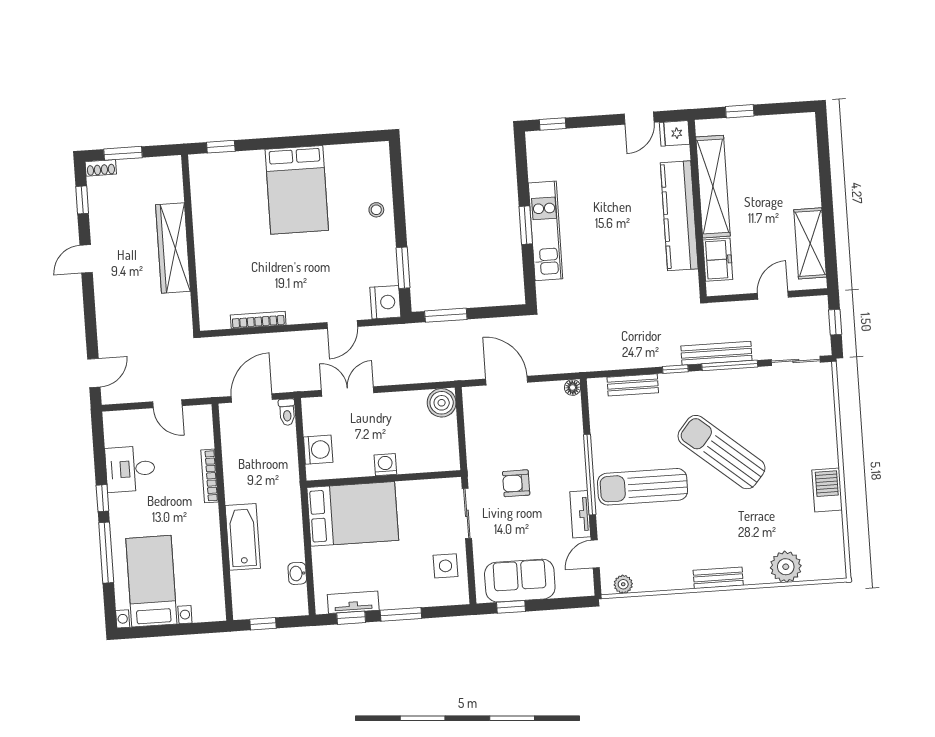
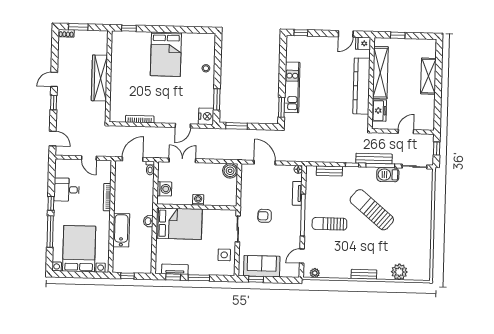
window: (82, 200) -> (54, 103), moved
window: (526, 225) -> (281, 107), moved
shelving: (810, 243) -> (428, 76), moved
door: (94, 373) -> (53, 139), hinge flipped
sun lounger: (643, 487) -> (329, 224), width x0.73, depth x0.75
barbecue: (827, 490) -> (388, 175), moved, turned -90
tv unit: (580, 514) -> (297, 193), moved
washbasin: (297, 573) -> (148, 221), moved
bed with nightstands: (151, 581) -> (79, 249), width x1.36

